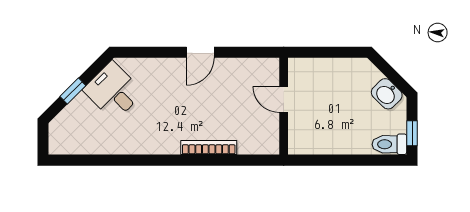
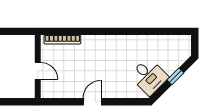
bookcase: (209, 148) -> (62, 40), moved

